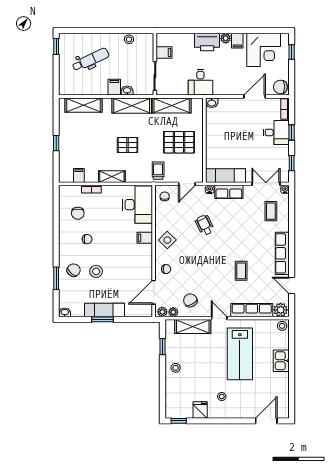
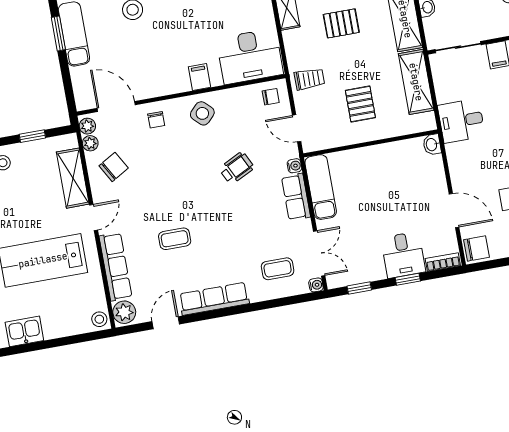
chair: (280, 87) -> (477, 249), turned 90
pallet: (179, 142) -> (360, 104), width x0.67, depth x0.71
pallet: (128, 145) -> (341, 23), turned 90
kitchen sink: (281, 361) -> (24, 331), moved

